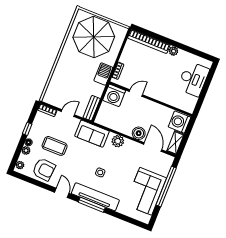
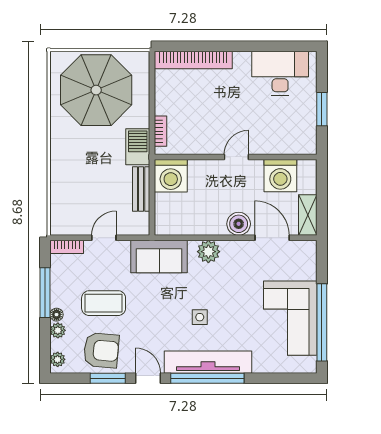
plant: (174, 51) -> (242, 60), removed
desk: (193, 79) -> (280, 73), moved, turned -90
window: (204, 92) -> (322, 109), added
door: (136, 93) -> (236, 157), moved
bench: (92, 108) -> (141, 189), moved
washing machine: (179, 122) -> (280, 176), moved, turned -90
window: (27, 129) -> (45, 293), width x2.17
window: (42, 185) -> (108, 378), added
window: (166, 187) -> (322, 322), moved
window: (92, 205) -> (207, 378), width x1.46

